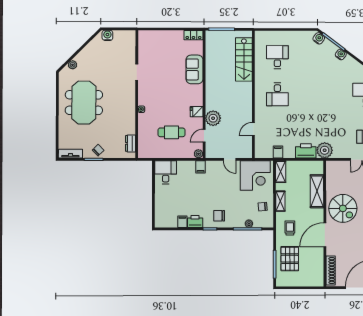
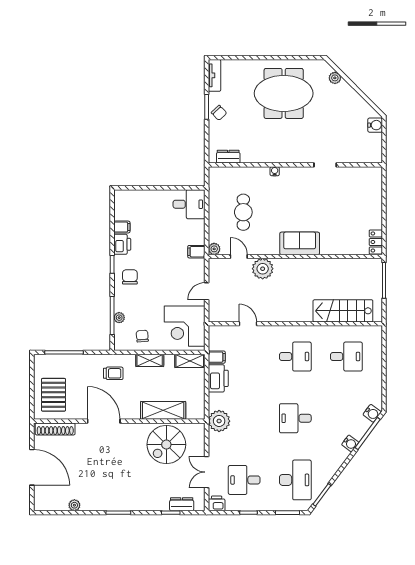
sofa: (194, 69) -> (300, 243), moved
desk: (277, 94) -> (295, 357), turned 180
desk: (323, 94) -> (295, 418), added
fridge: (197, 112) -> (272, 246), removed
printer: (306, 151) -> (218, 378), moved
spiral stairs: (343, 208) -> (166, 445), moved
pallet: (290, 259) -> (54, 395), moved, turned 90

